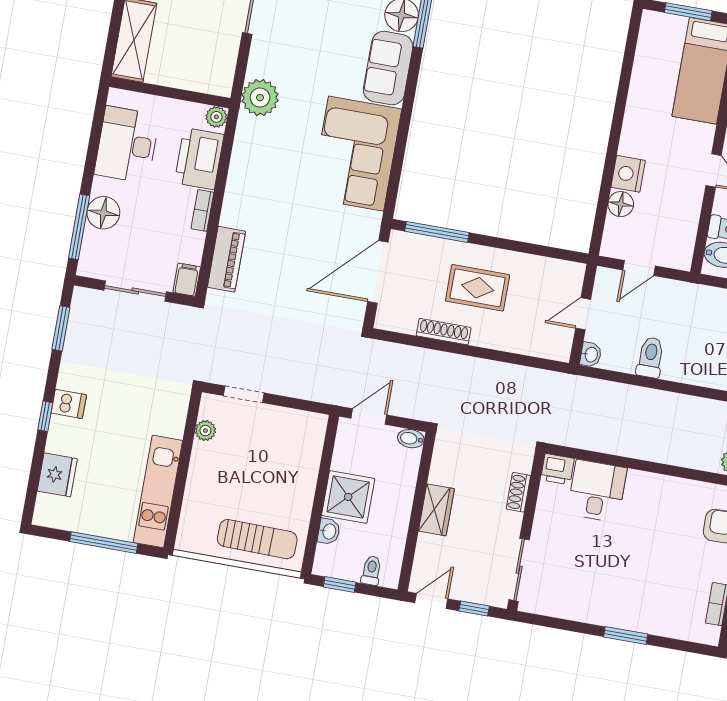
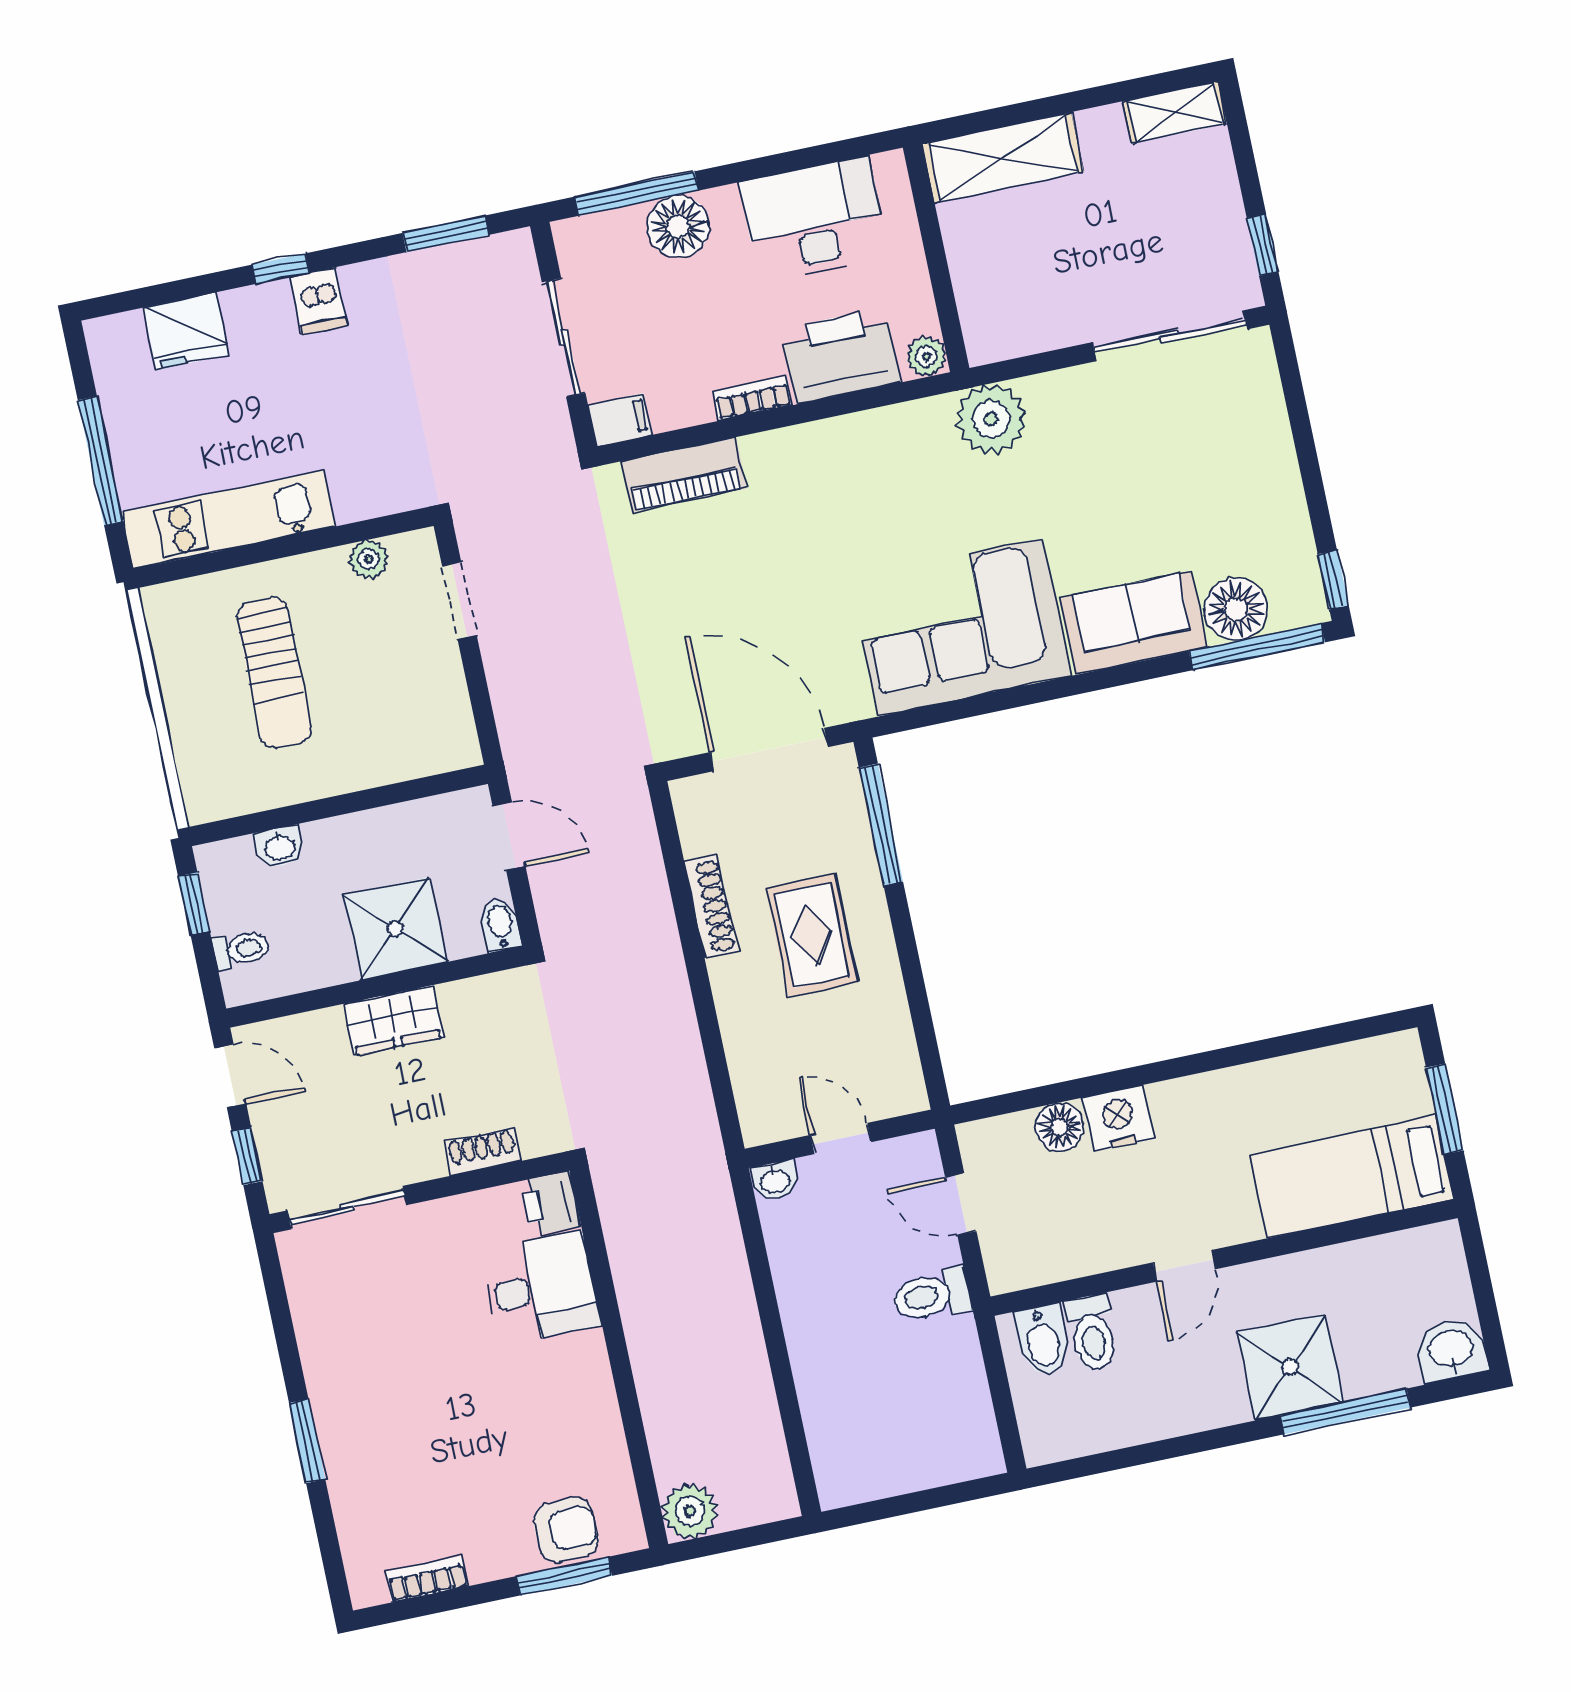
toilet: (650, 357) -> (932, 1295), moved, turned 180
shower: (348, 497) -> (395, 929), moved
sun lounger: (257, 539) -> (274, 673), moved

